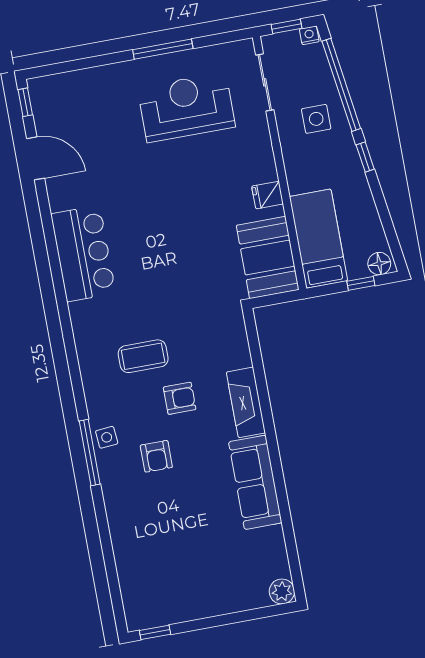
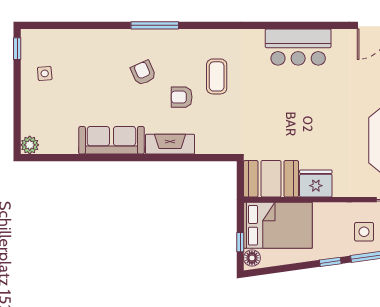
fridge: (268, 195) -> (316, 183), width x1.88, depth x1.34
bed: (318, 239) -> (278, 225), width x1.50
armchair: (180, 398) -> (182, 97), turned 90
side table: (107, 437) -> (45, 73), moved
armchair: (156, 456) -> (143, 73), turned 66

